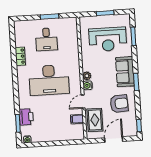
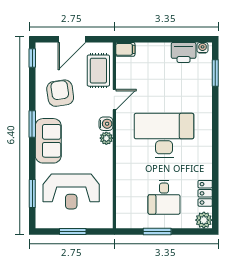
plant: (19, 26) -> (204, 220), added
desk: (46, 39) -> (164, 197), turned 180
reception desk: (108, 39) -> (71, 191), turned 180
locker: (20, 56) -> (205, 193), moved
armchair: (119, 104) -> (60, 93), turned 85
printer: (26, 117) -> (184, 52), moved, turned -90
filing cabinet: (77, 119) -> (125, 49), moved

